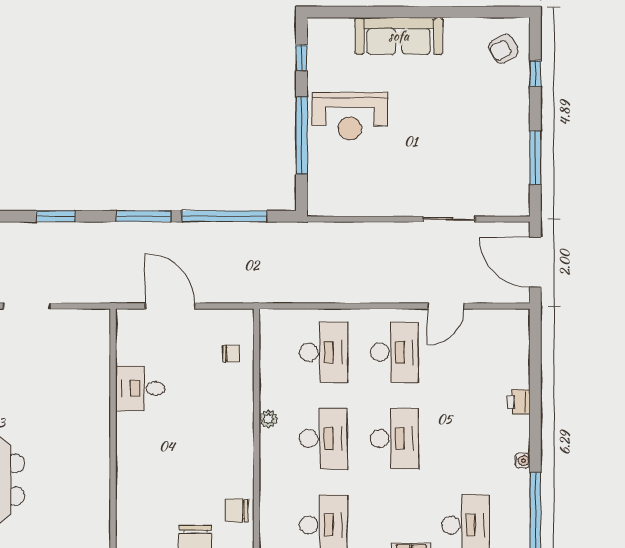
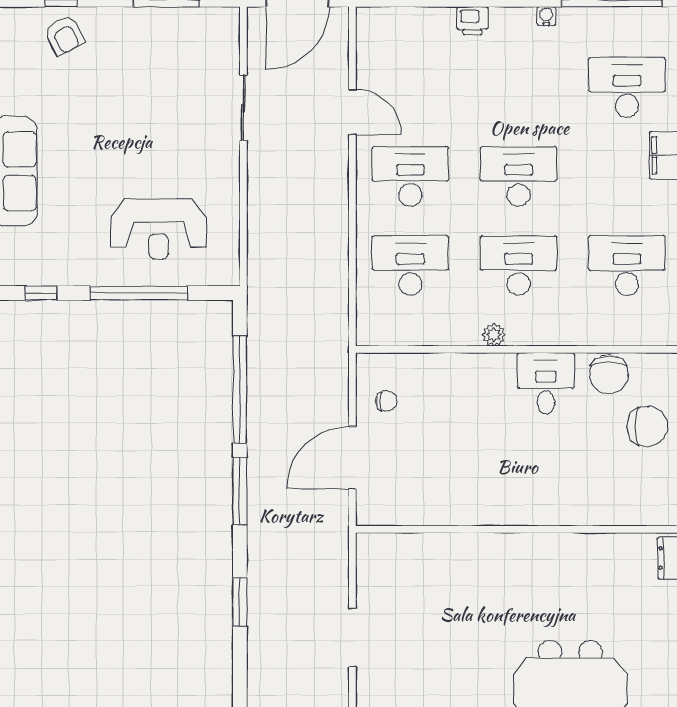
armchair: (503, 49) -> (64, 36), moved
reception desk: (350, 116) -> (159, 229), moved, turned 90
chair: (231, 354) -> (386, 401), moved, turned 90
desk: (140, 388) -> (546, 383), moved, turned 180
chair: (237, 511) -> (609, 374), width x1.37, depth x1.37

